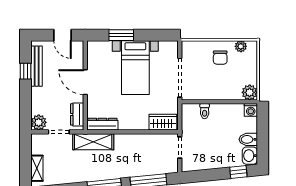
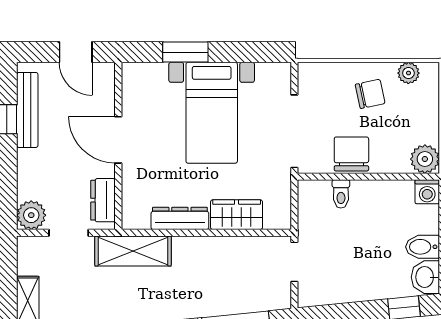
chair: (220, 58) -> (370, 94), turned -102
chair: (210, 90) -> (351, 154), added
wardrobe: (163, 122) -> (237, 215), moved
dresser: (102, 124) -> (180, 218), moved

